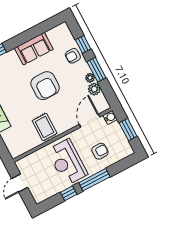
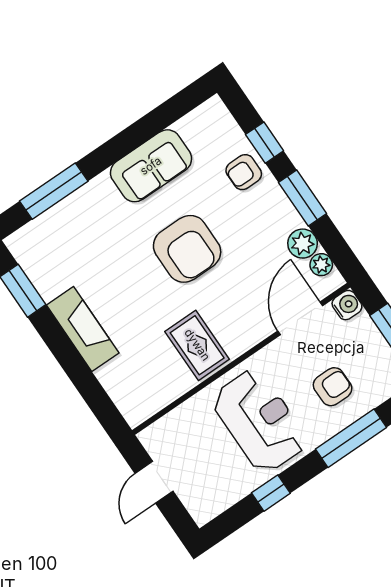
plant: (90, 78) -> (321, 265), moved
reception desk: (67, 162) -> (259, 421), turned 180
window: (94, 180) -> (351, 438), moved

